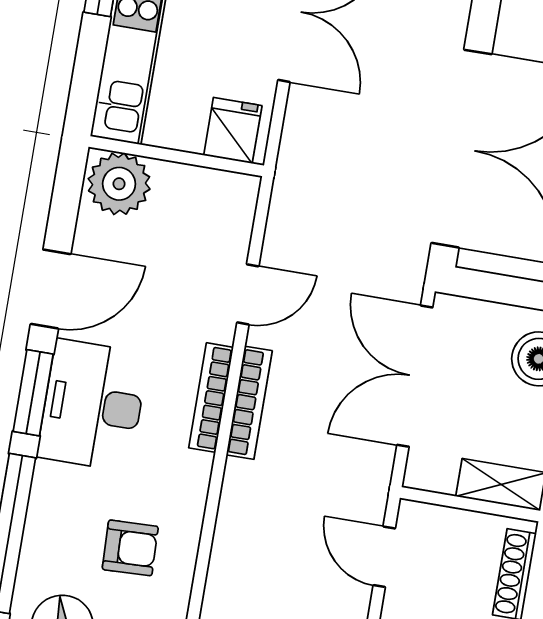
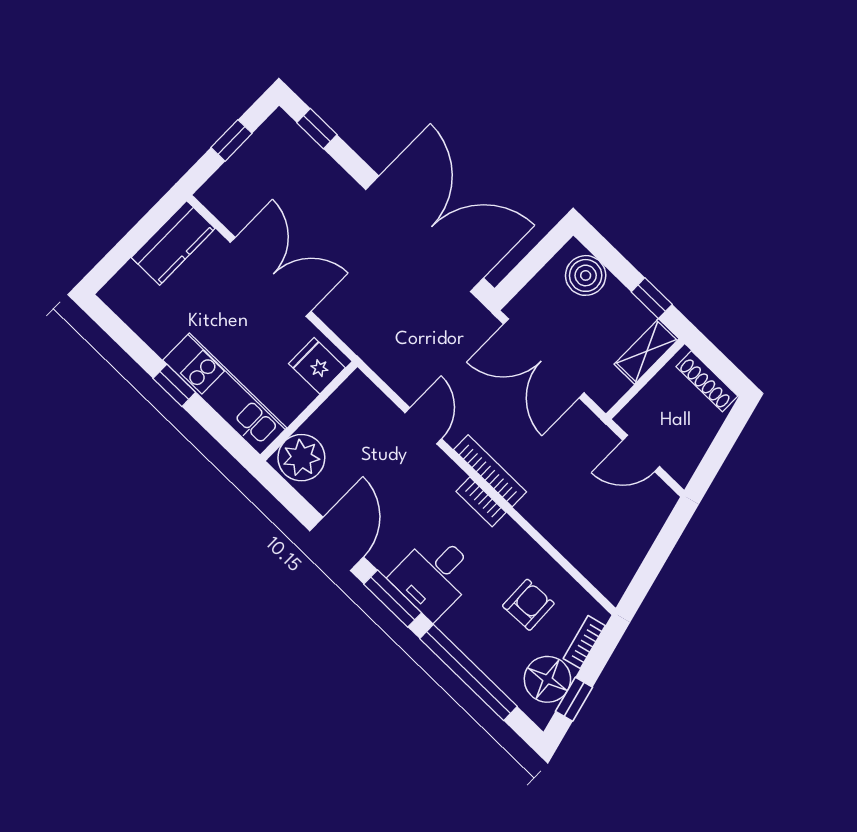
bookcase: (211, 398) -> (481, 502), width x0.64
desk: (93, 405) -> (434, 576), width x0.73

